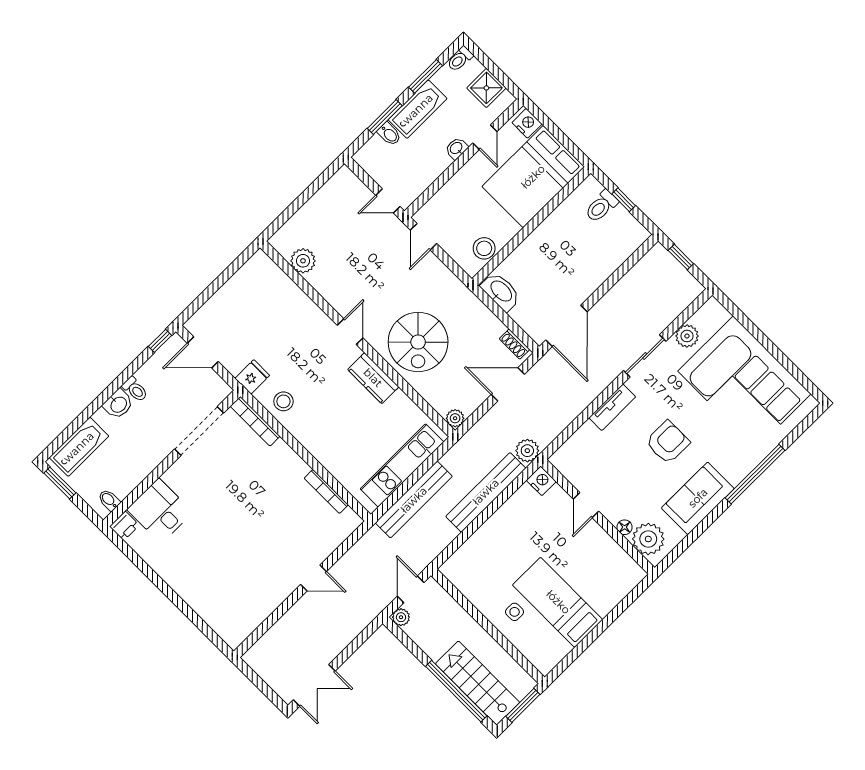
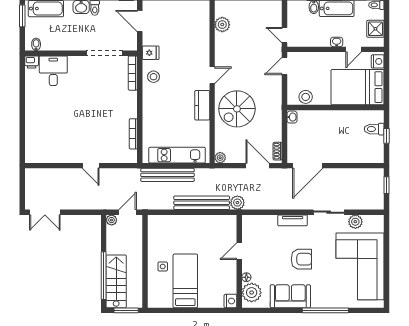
washbasin: (501, 292) -> (292, 117), width x0.52, depth x0.69
nightstand: (541, 481) -> (230, 301), moved

